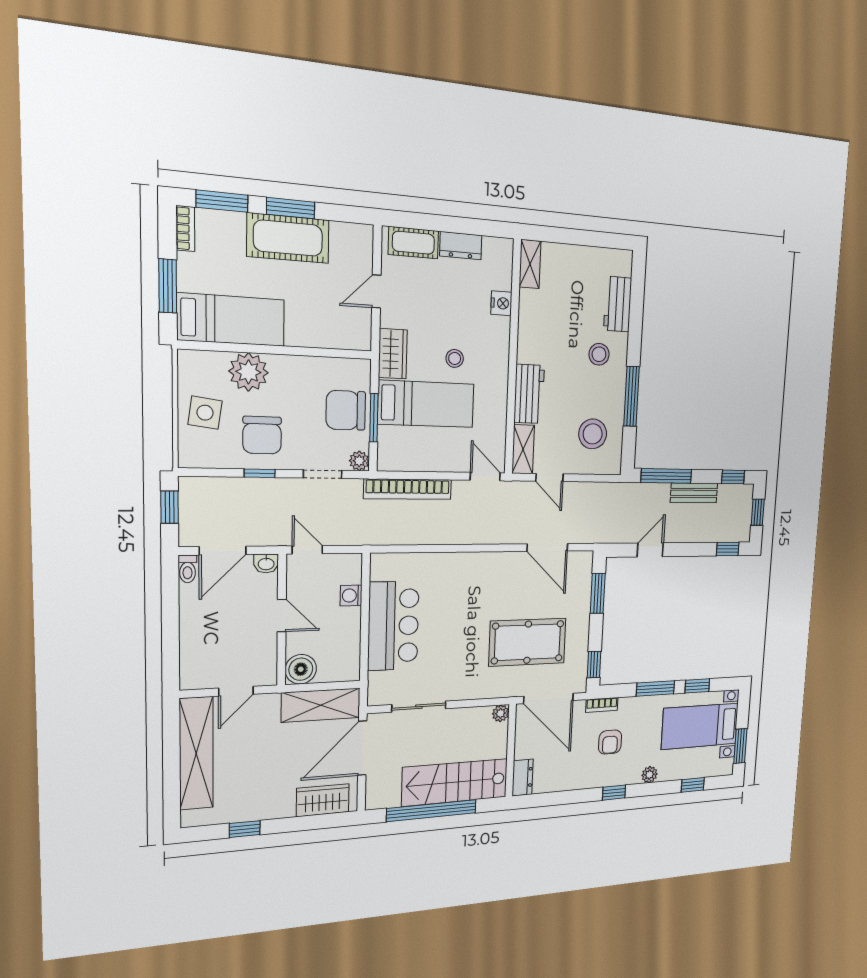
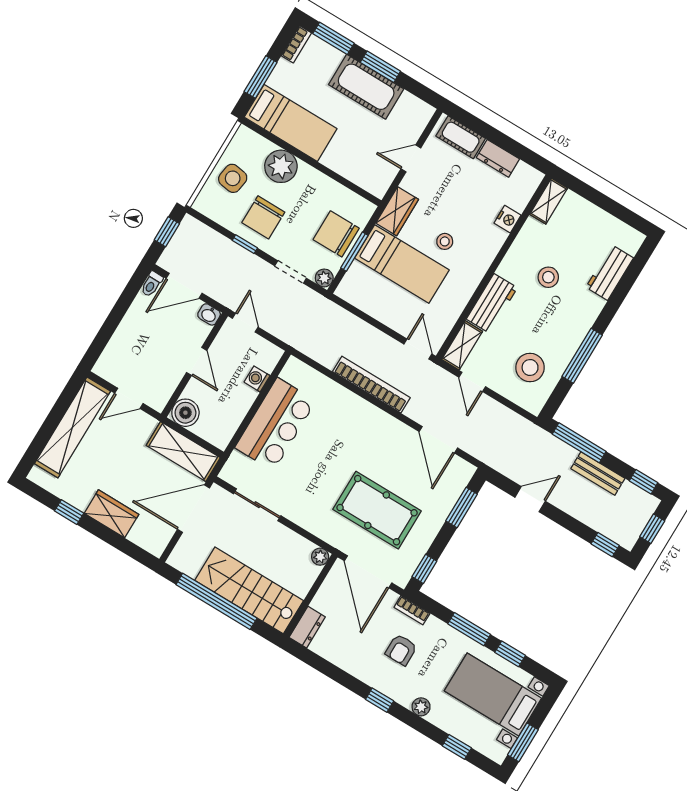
stool: (599, 354) -> (548, 277), moved
bookcase: (408, 489) -> (371, 385), moved, turned 180
wardrobe: (323, 800) -> (111, 514), moved

